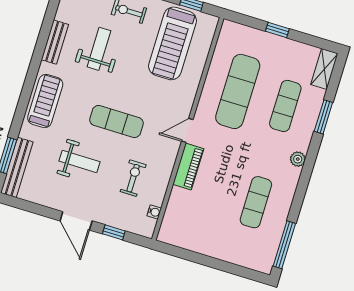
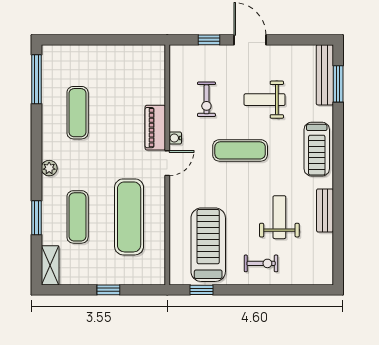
weight bench: (99, 49) -> (279, 217), turned 180
water cooler: (154, 212) -> (175, 138), moved

